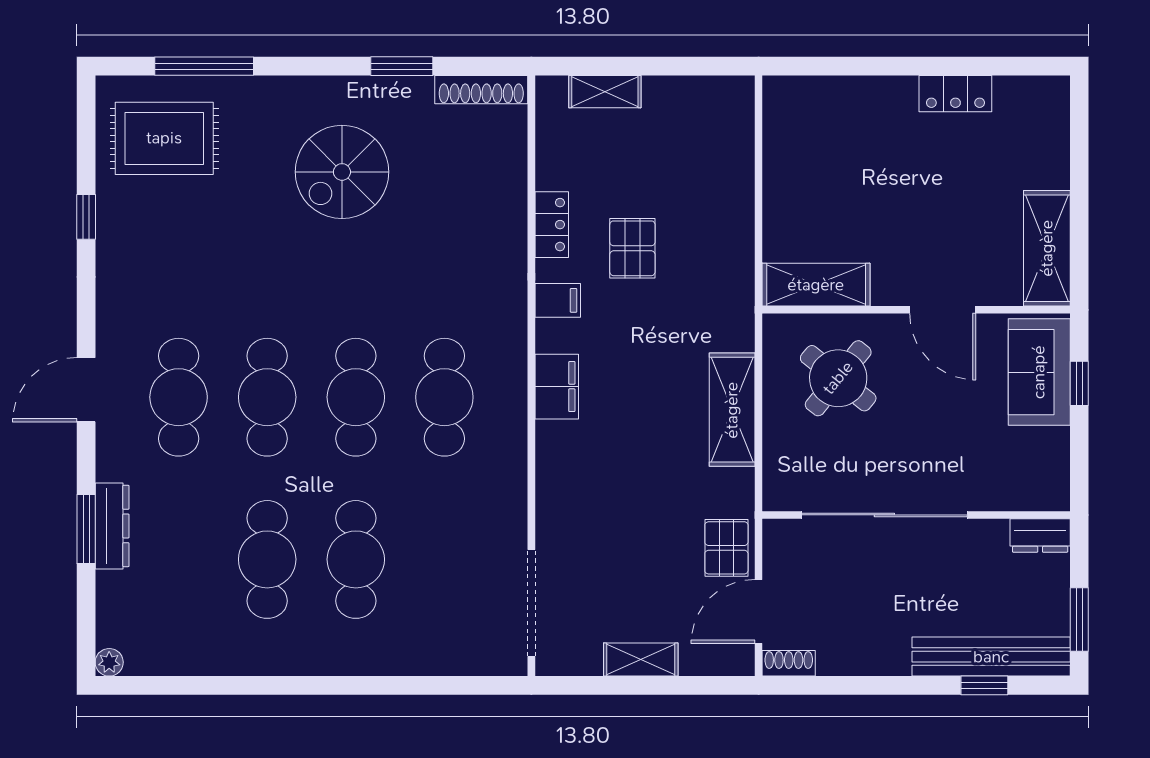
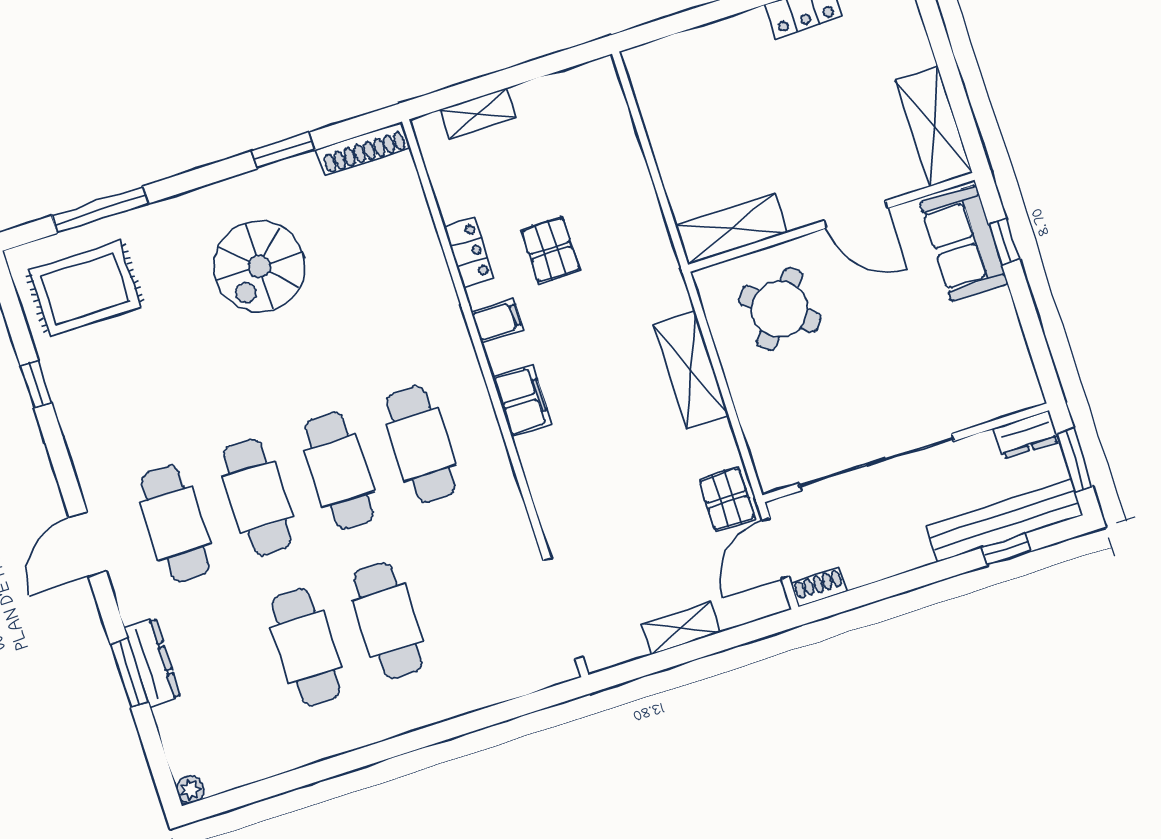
sliding door: (884, 515) -> (876, 462), moved
wall: (916, 515) -> (906, 453), moved
dresser: (1040, 535) -> (1026, 435), moved

